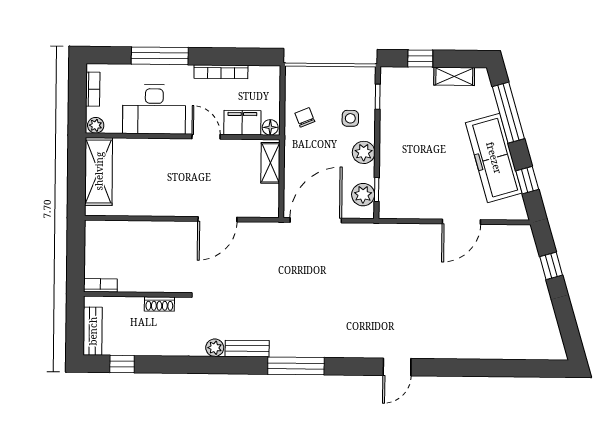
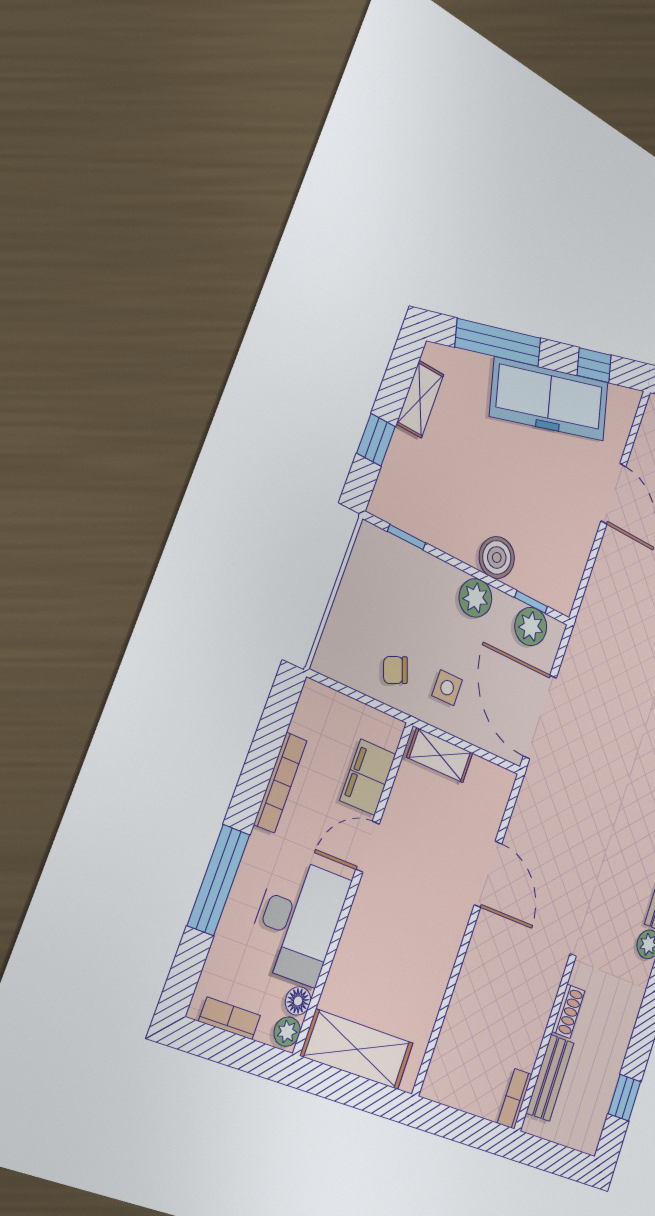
side table: (350, 118) -> (447, 688), moved
floor lamp: (270, 127) -> (298, 1001), moved
boiler: (391, 158) -> (497, 557), added
bench: (93, 331) -> (550, 1078), moved, turned 90

